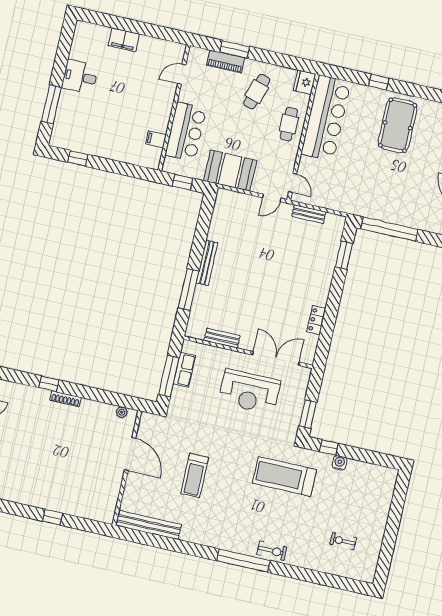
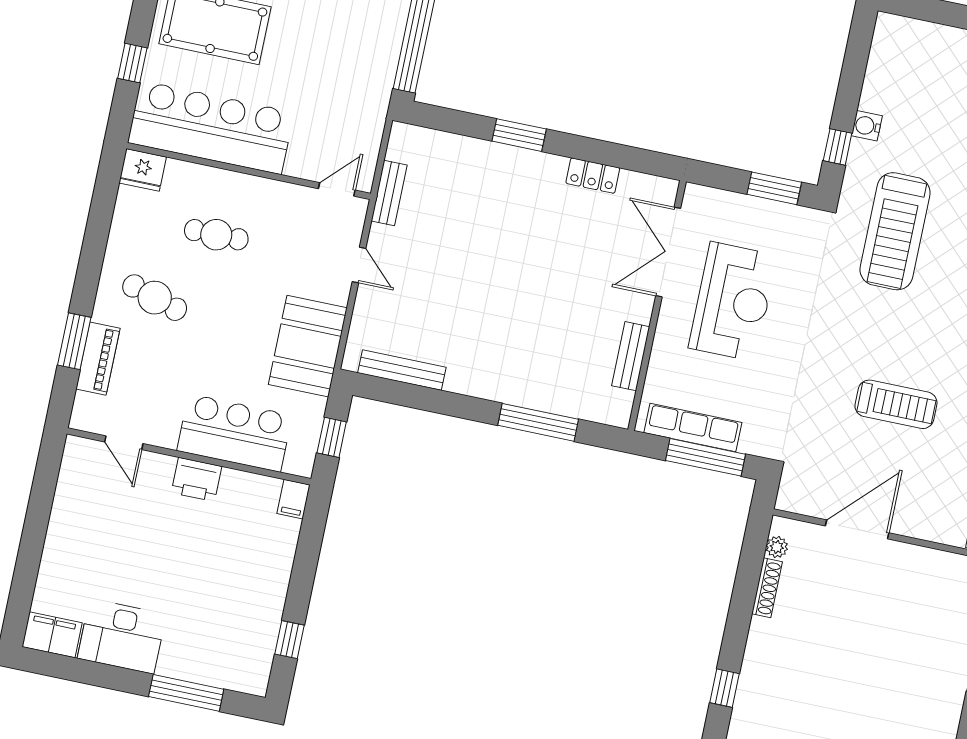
filing cabinet: (124, 40) -> (52, 635), moved, turned -90
desk: (80, 77) -> (122, 636), width x1.37
fridge: (305, 82) -> (143, 170), moved
printer: (162, 112) -> (197, 479), added
bar counter: (326, 118) -> (211, 128), moved
wall: (303, 137) -> (249, 171), moved
filing cabinet: (156, 139) -> (293, 499), moved
door: (293, 183) -> (337, 189), moved
window: (344, 255) -> (519, 135), moved
bench: (207, 263) -> (402, 370), moved
row of seats: (184, 370) -> (693, 428), width x1.48
shoe rack: (65, 399) -> (767, 588), moved

